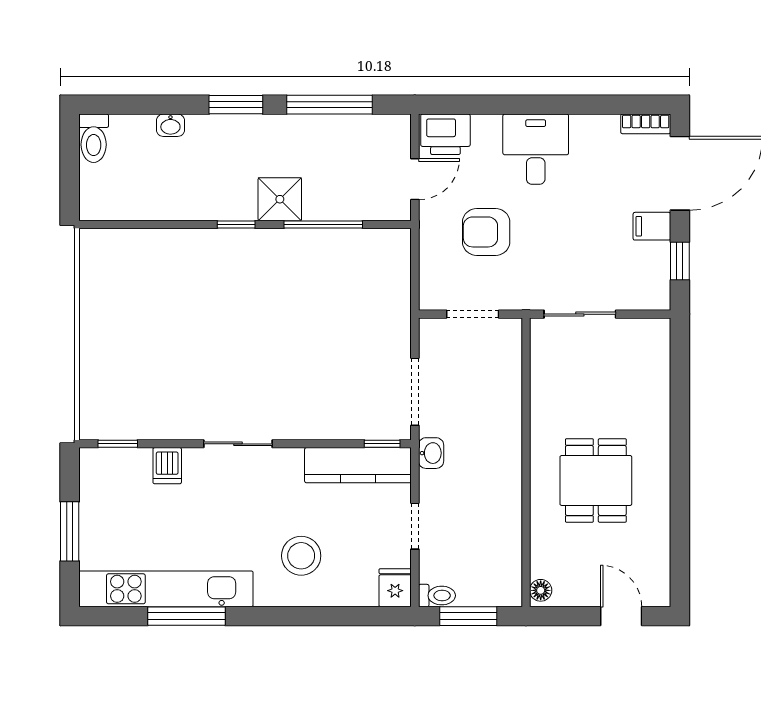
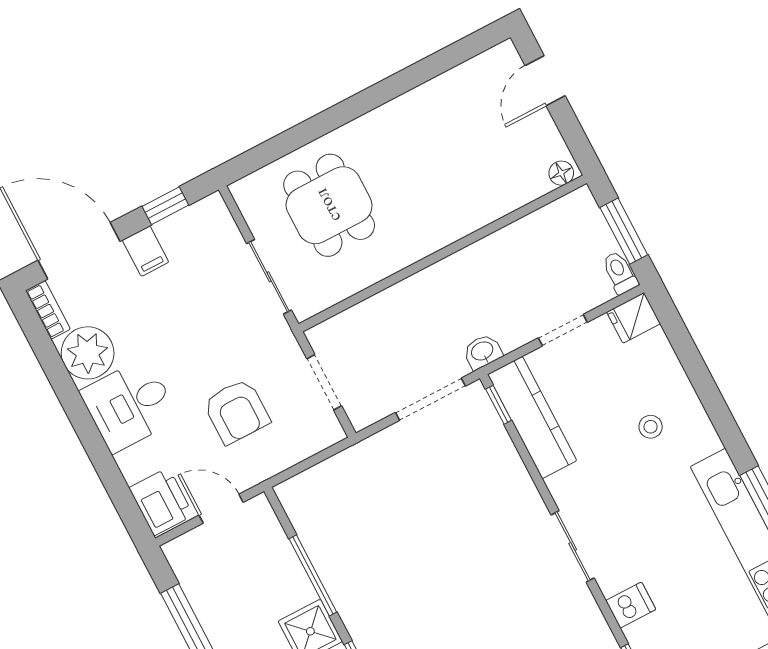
plant: (595, 138) -> (88, 353), added
dining table: (596, 480) -> (329, 205), moved, turned 90
stool: (301, 556) -> (651, 427), width x0.53, depth x0.53

